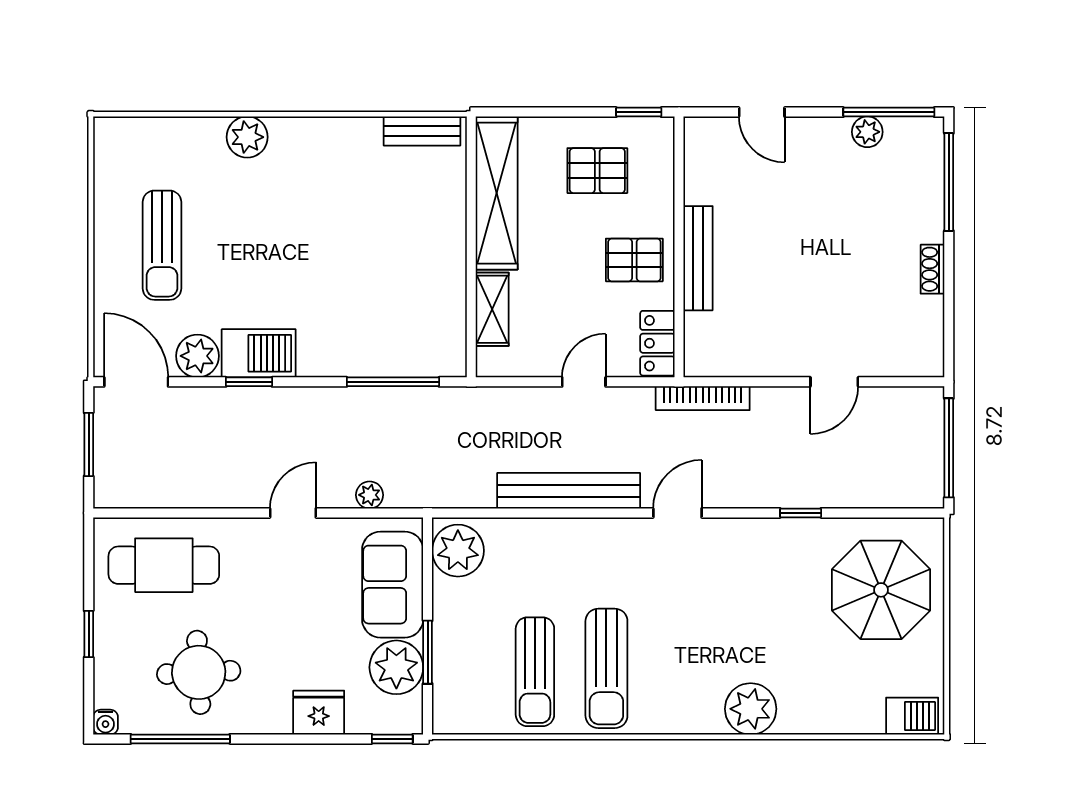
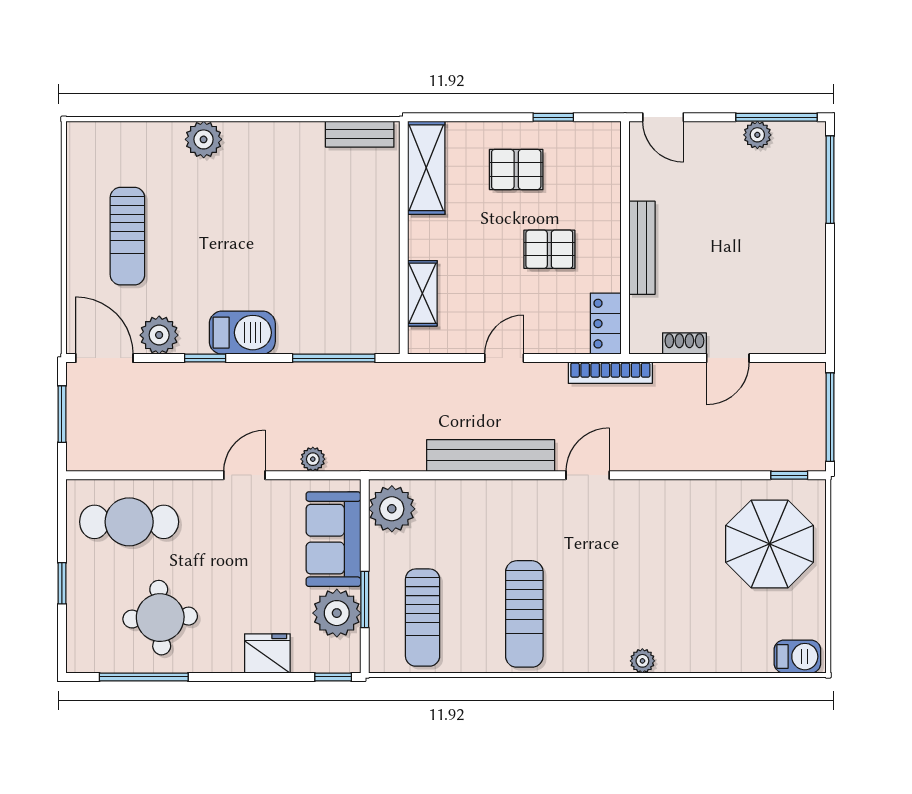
shelving: (497, 193) -> (426, 168), width x0.68
wall: (679, 247) -> (625, 238), moved
bench: (698, 258) -> (642, 248), moved
shoe rack: (932, 269) -> (684, 343), moved, turned 90
locker: (657, 343) -> (606, 324), moved
barbecue: (259, 353) -> (242, 333), moved
window: (801, 513) -> (789, 475), moved
sun lounger: (535, 672) -> (423, 618), moved
plant: (751, 709) -> (642, 661), width x0.53, depth x0.53
water cooler: (105, 722) -> (77, 662), removed

